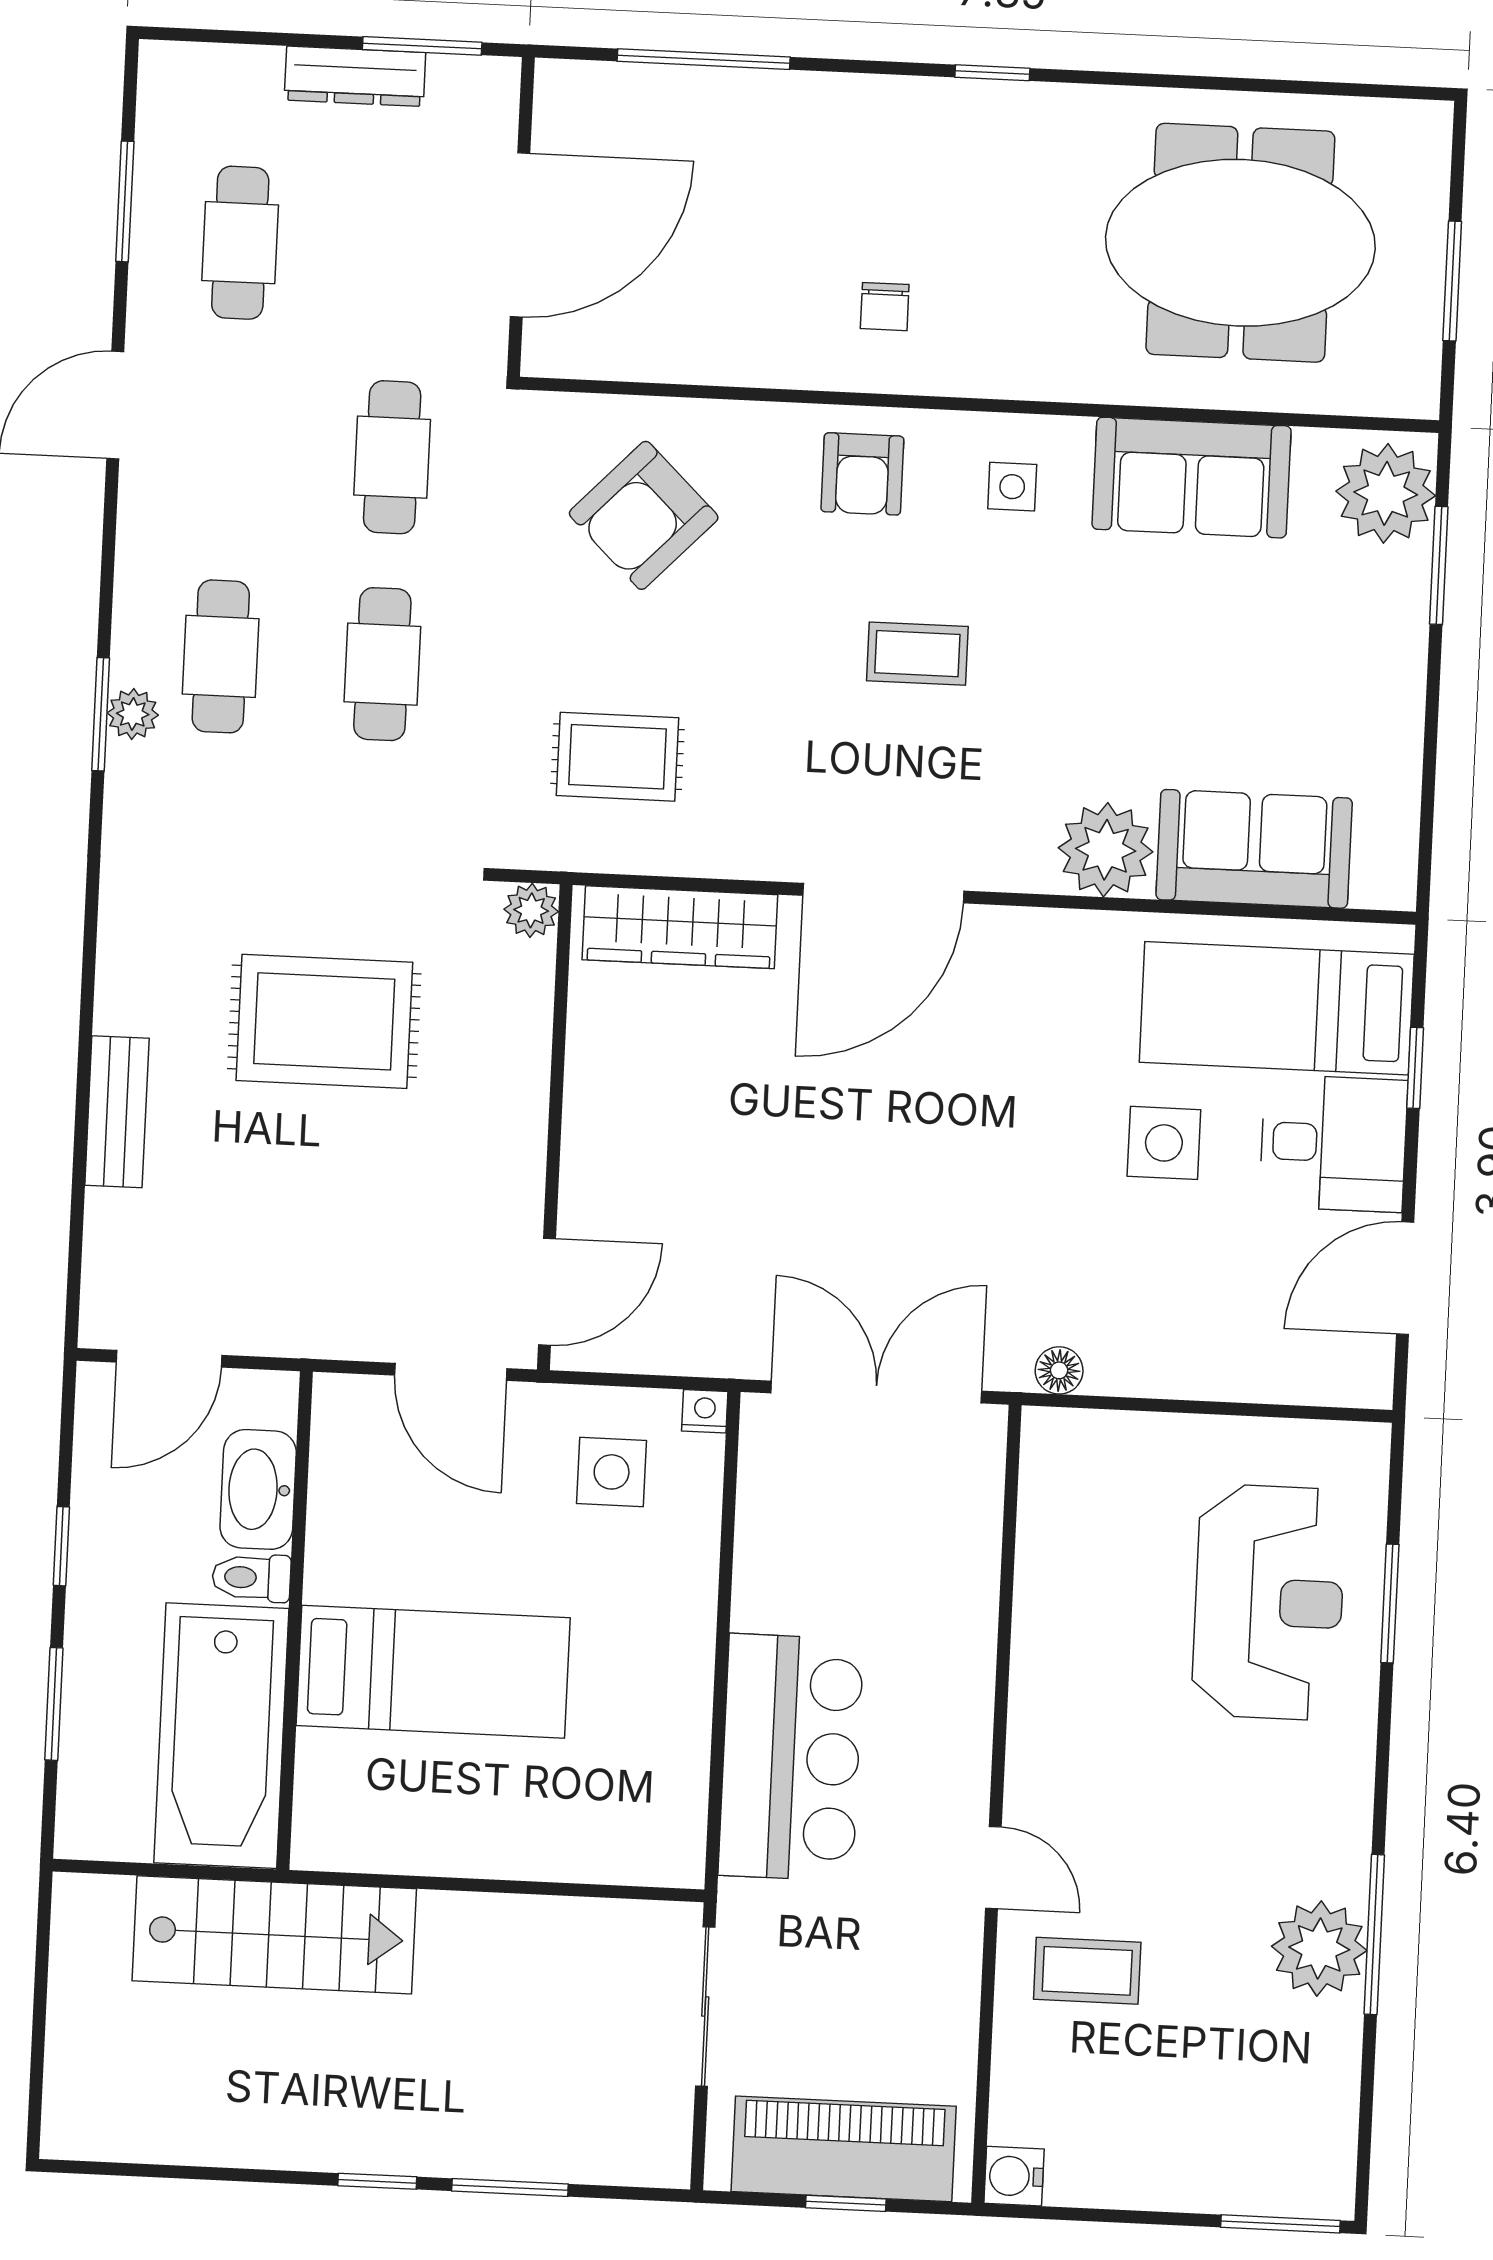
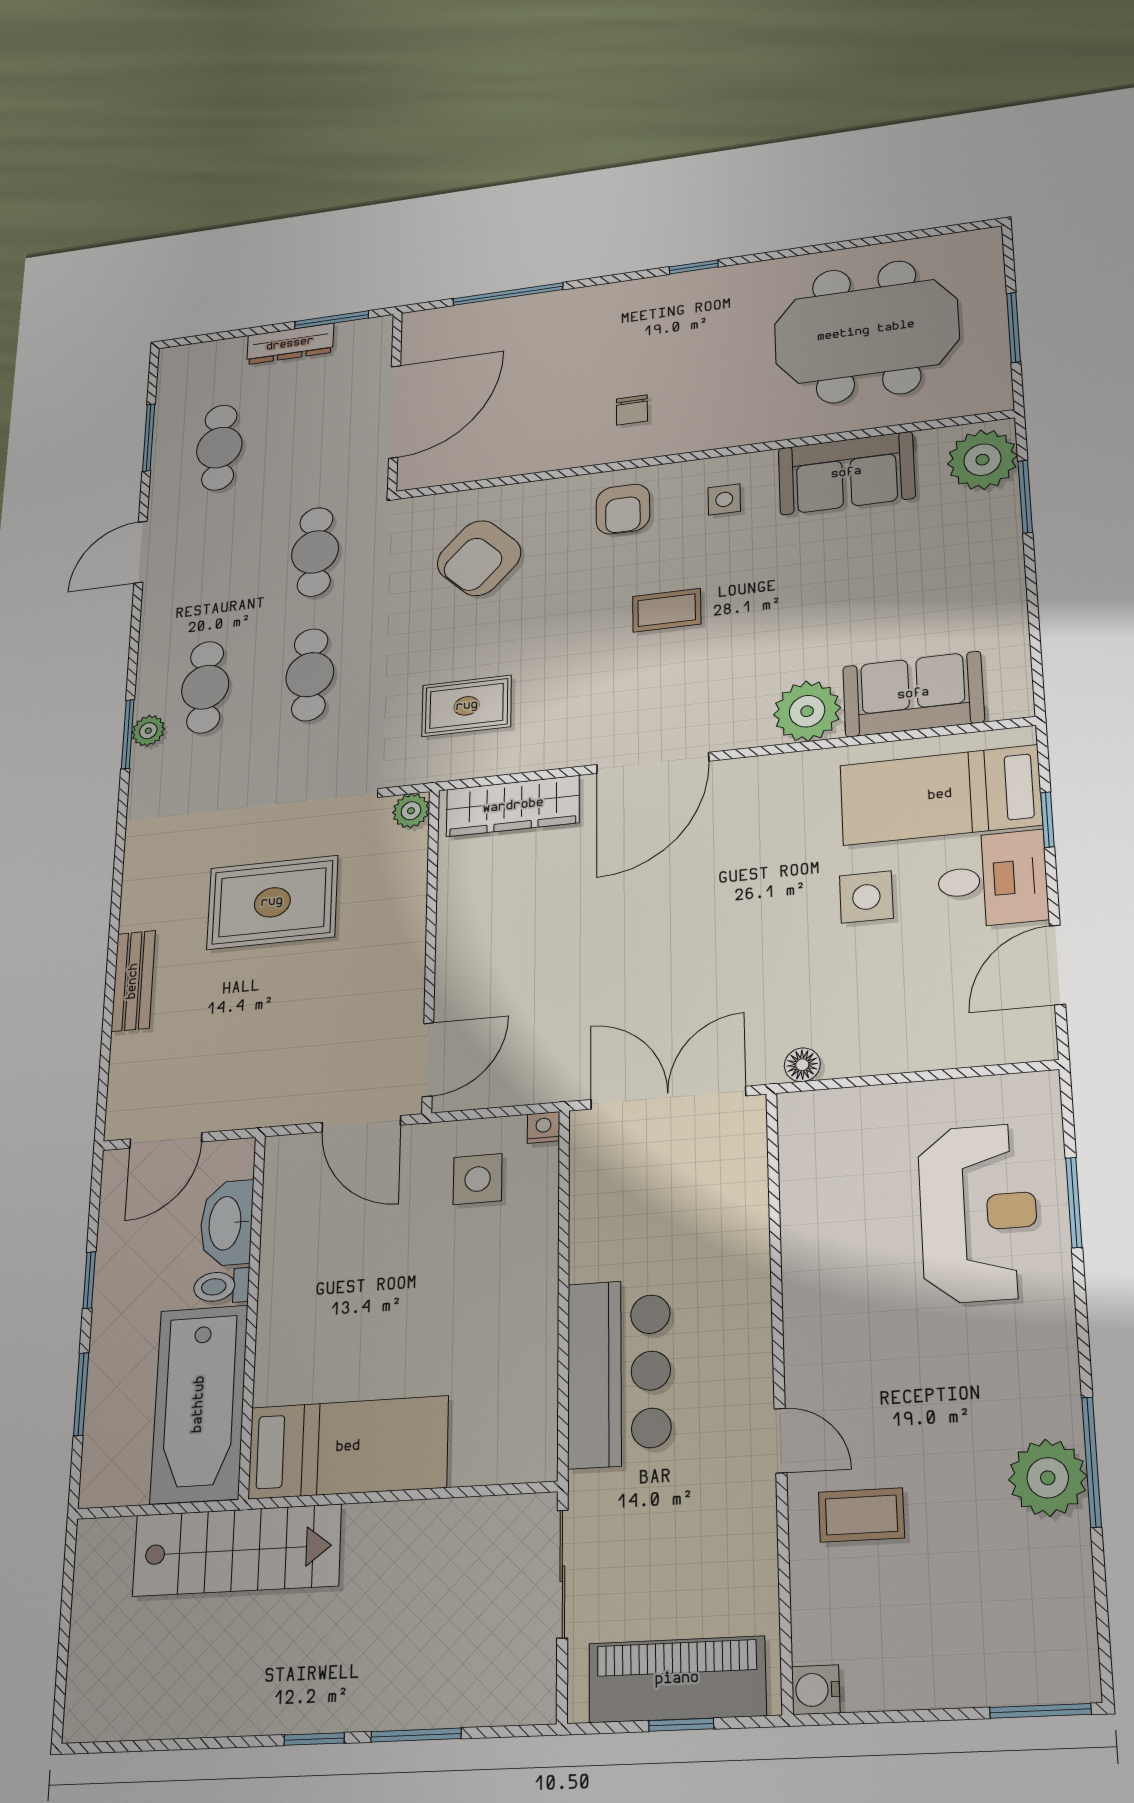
bed: (433, 1672) -> (348, 1447), moved

